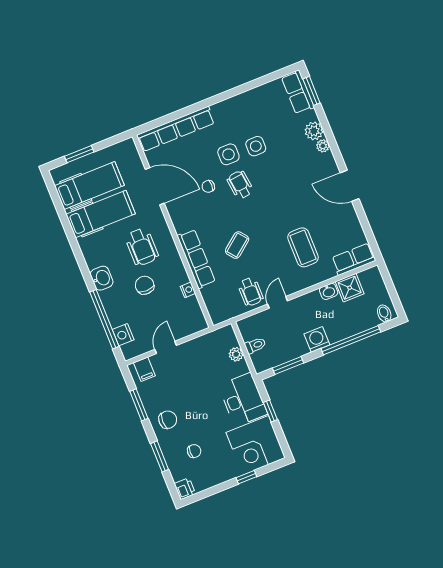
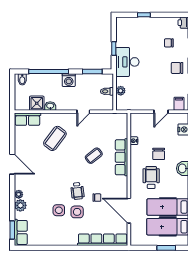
coffee table: (303, 247) -> (55, 138), turned 37
wheelchair: (251, 292) -> (97, 125), removed
corner desk: (256, 445) -> (131, 32), removed

